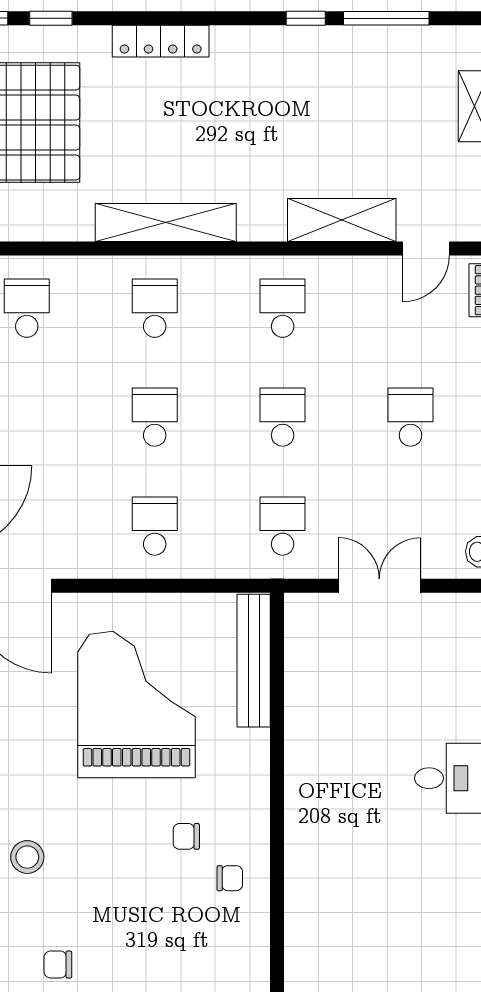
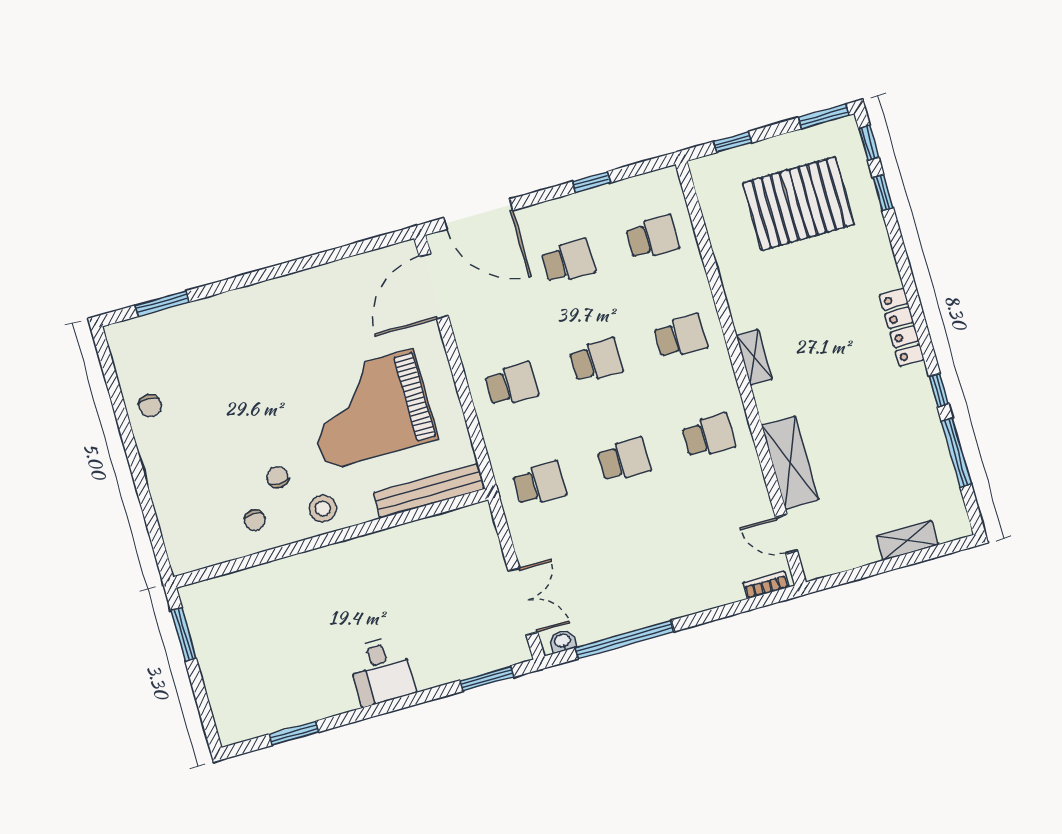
locker: (161, 41) -> (902, 327), moved
shelving: (166, 222) -> (754, 357), width x0.45, depth x0.75
school desk: (411, 417) -> (568, 261), moved
double door: (379, 586) -> (523, 601), moved
grand piano: (136, 705) -> (369, 410), turned 180
stool: (27, 857) -> (323, 509), moved
chair: (58, 964) -> (150, 406), turned 180

